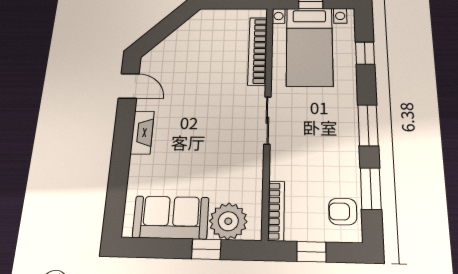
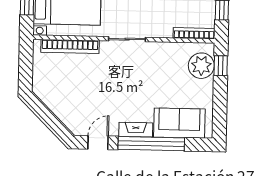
window: (121, 153) -> (151, 144), added
sofa: (171, 217) -> (179, 123), moved, turned 90
window: (206, 249) -> (221, 66), moved

